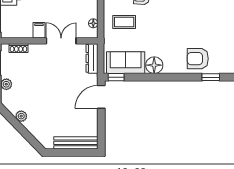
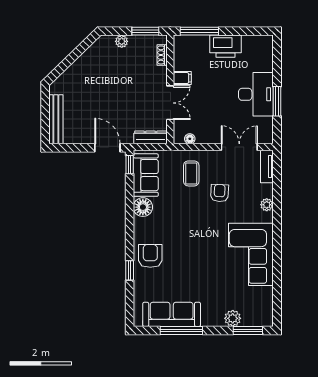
plant: (21, 116) -> (86, 58), removed

